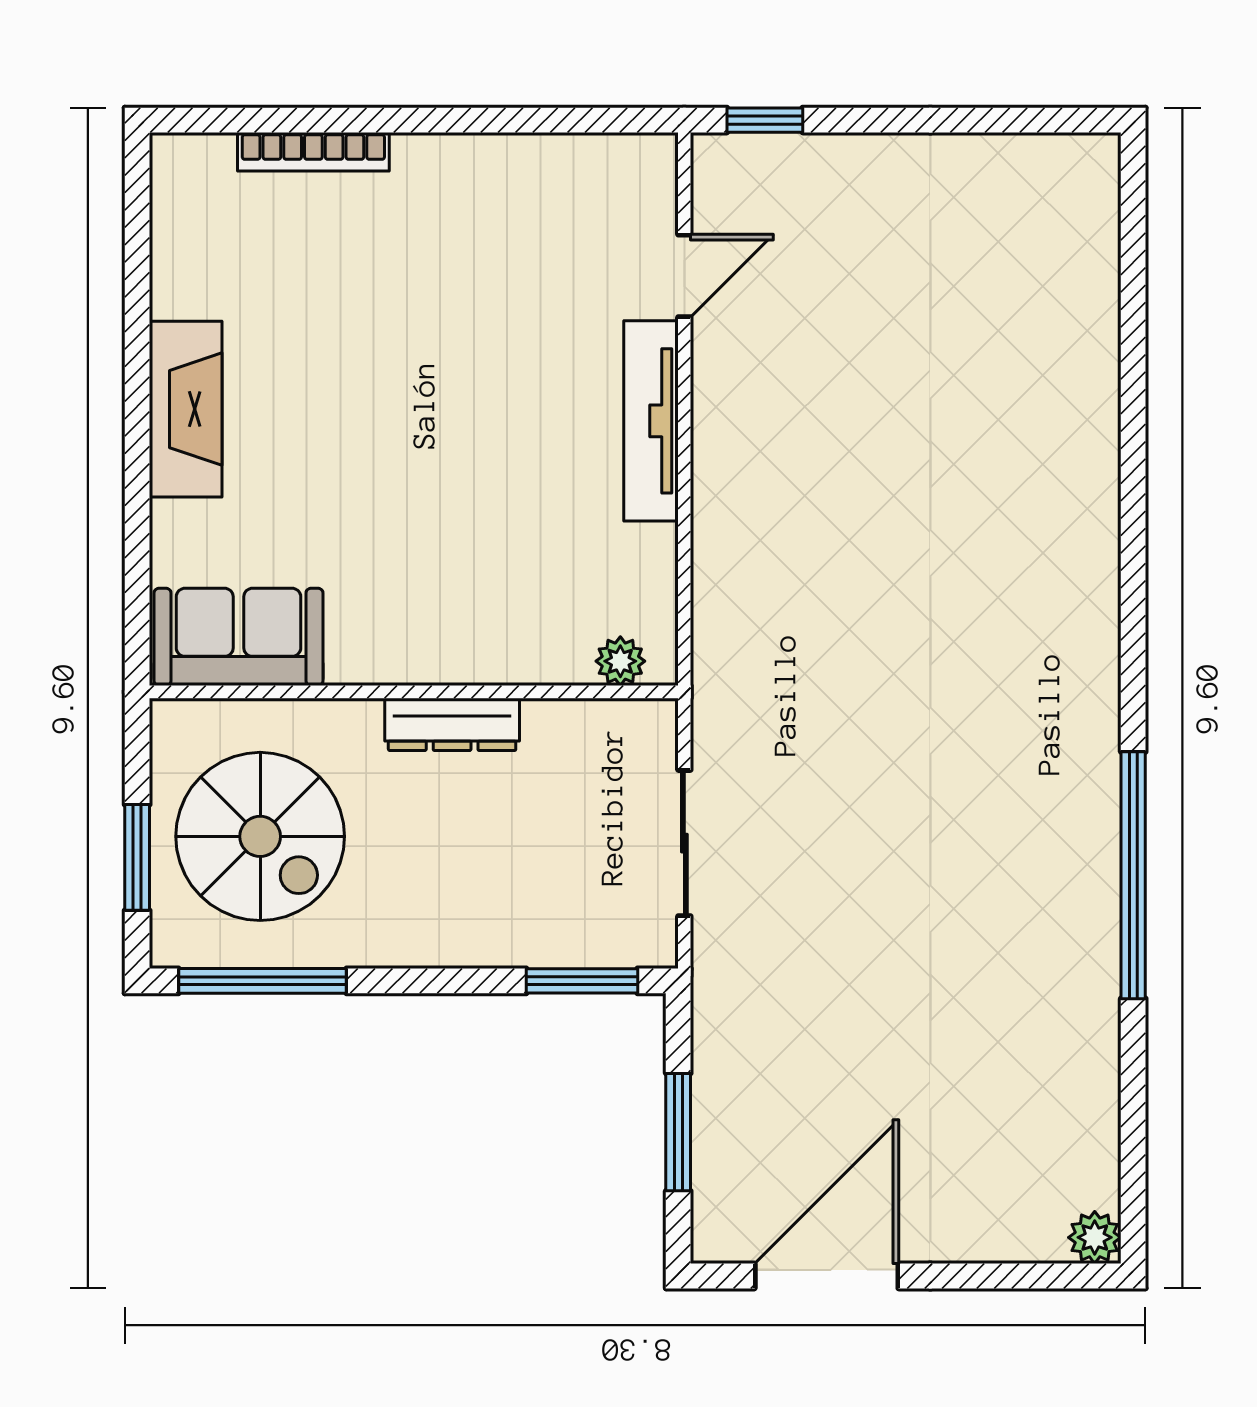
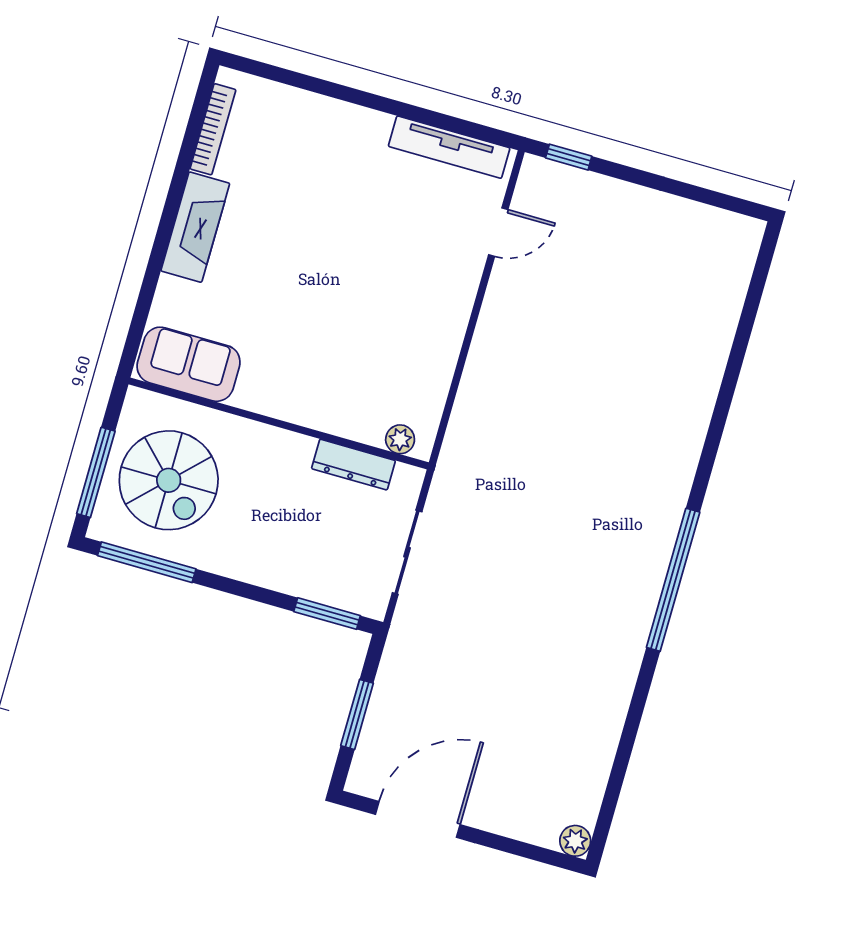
bookcase: (313, 152) -> (213, 129), moved, turned -90
tv unit: (651, 421) -> (449, 147), moved, turned -90
dresser: (452, 724) -> (353, 465), moved
window: (137, 857) -> (96, 472), width x1.44
window: (1133, 875) -> (673, 580), moved

